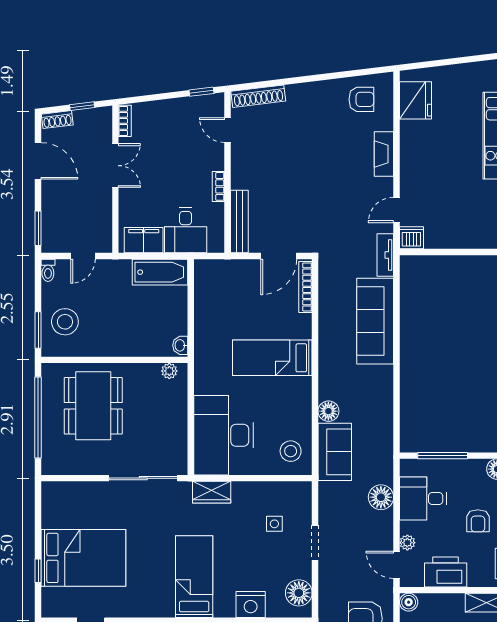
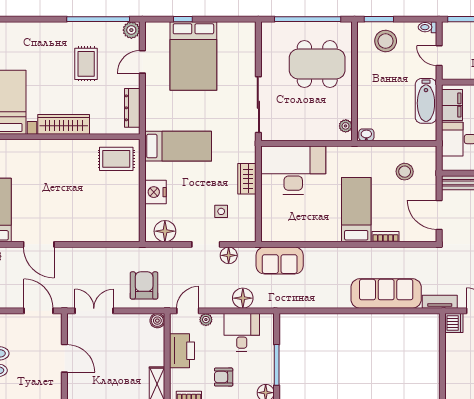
bathtub: (160, 272) -> (426, 101), moved
bookcase: (305, 287) -> (385, 237), moved, width x0.64
floor lamp: (328, 411) -> (229, 255), moved
stool: (291, 451) -> (405, 172), moved
window: (443, 456) -> (277, 365), moved
wardrobe: (212, 492) -> (247, 179), moved

